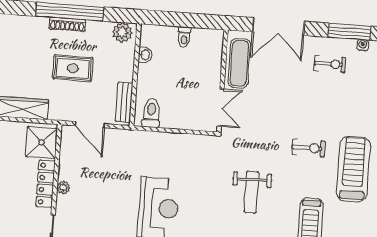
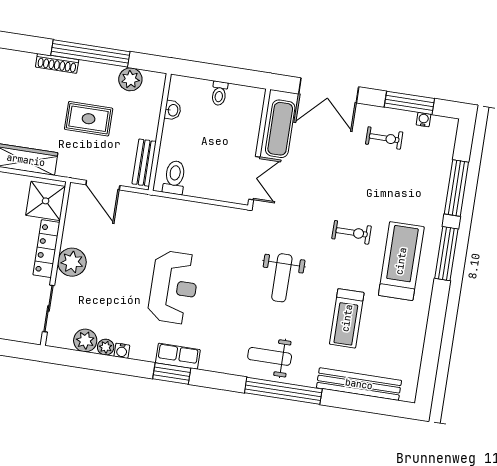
shoe rack: (67, 24) -> (57, 63), moved
plant: (122, 32) -> (130, 79), moved
plant: (63, 187) -> (72, 262), width x1.88, depth x1.88

